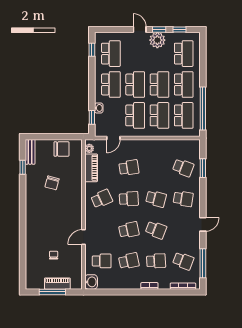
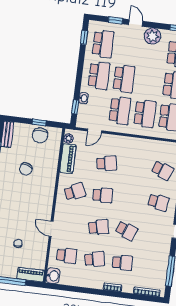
window: (159, 30) -> (115, 20), moved
school desk: (159, 84) -> (149, 82), removed
window: (59, 137) -> (39, 122), added
chair: (62, 149) -> (40, 135), turned 90
school desk: (156, 199) -> (131, 199), removed
door: (83, 237) -> (51, 229), hinge flipped
school desk: (183, 261) -> (150, 266), removed
piano: (57, 284) -> (31, 275), moved

